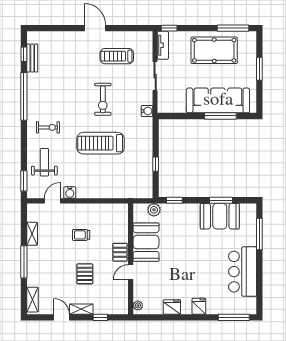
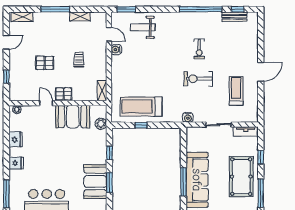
window: (169, 28) -> (261, 157), moved
exercise bike: (48, 127) -> (199, 49), moved
treadmill: (101, 143) -> (141, 107), moved, turned -90
weight bench: (44, 162) -> (143, 27), turned 180
window: (174, 200) -> (109, 153), moved
shelving: (81, 309) -> (102, 91), moved

